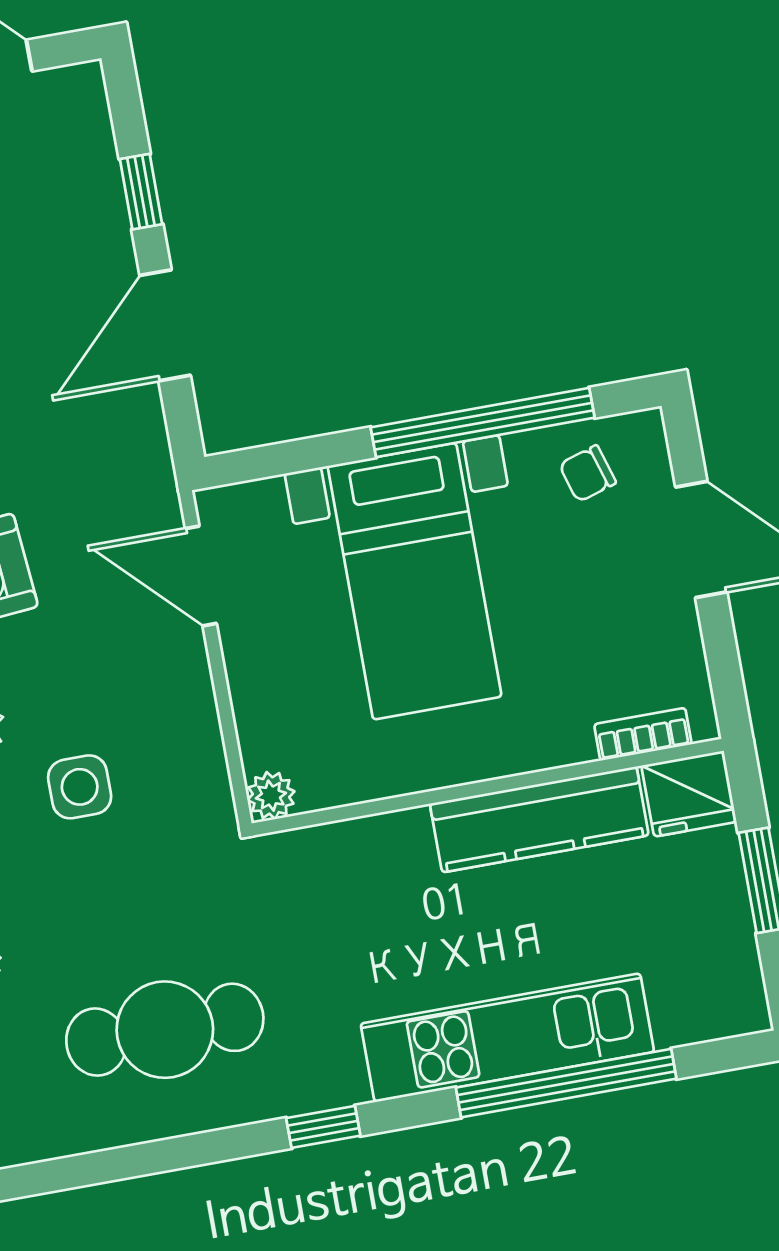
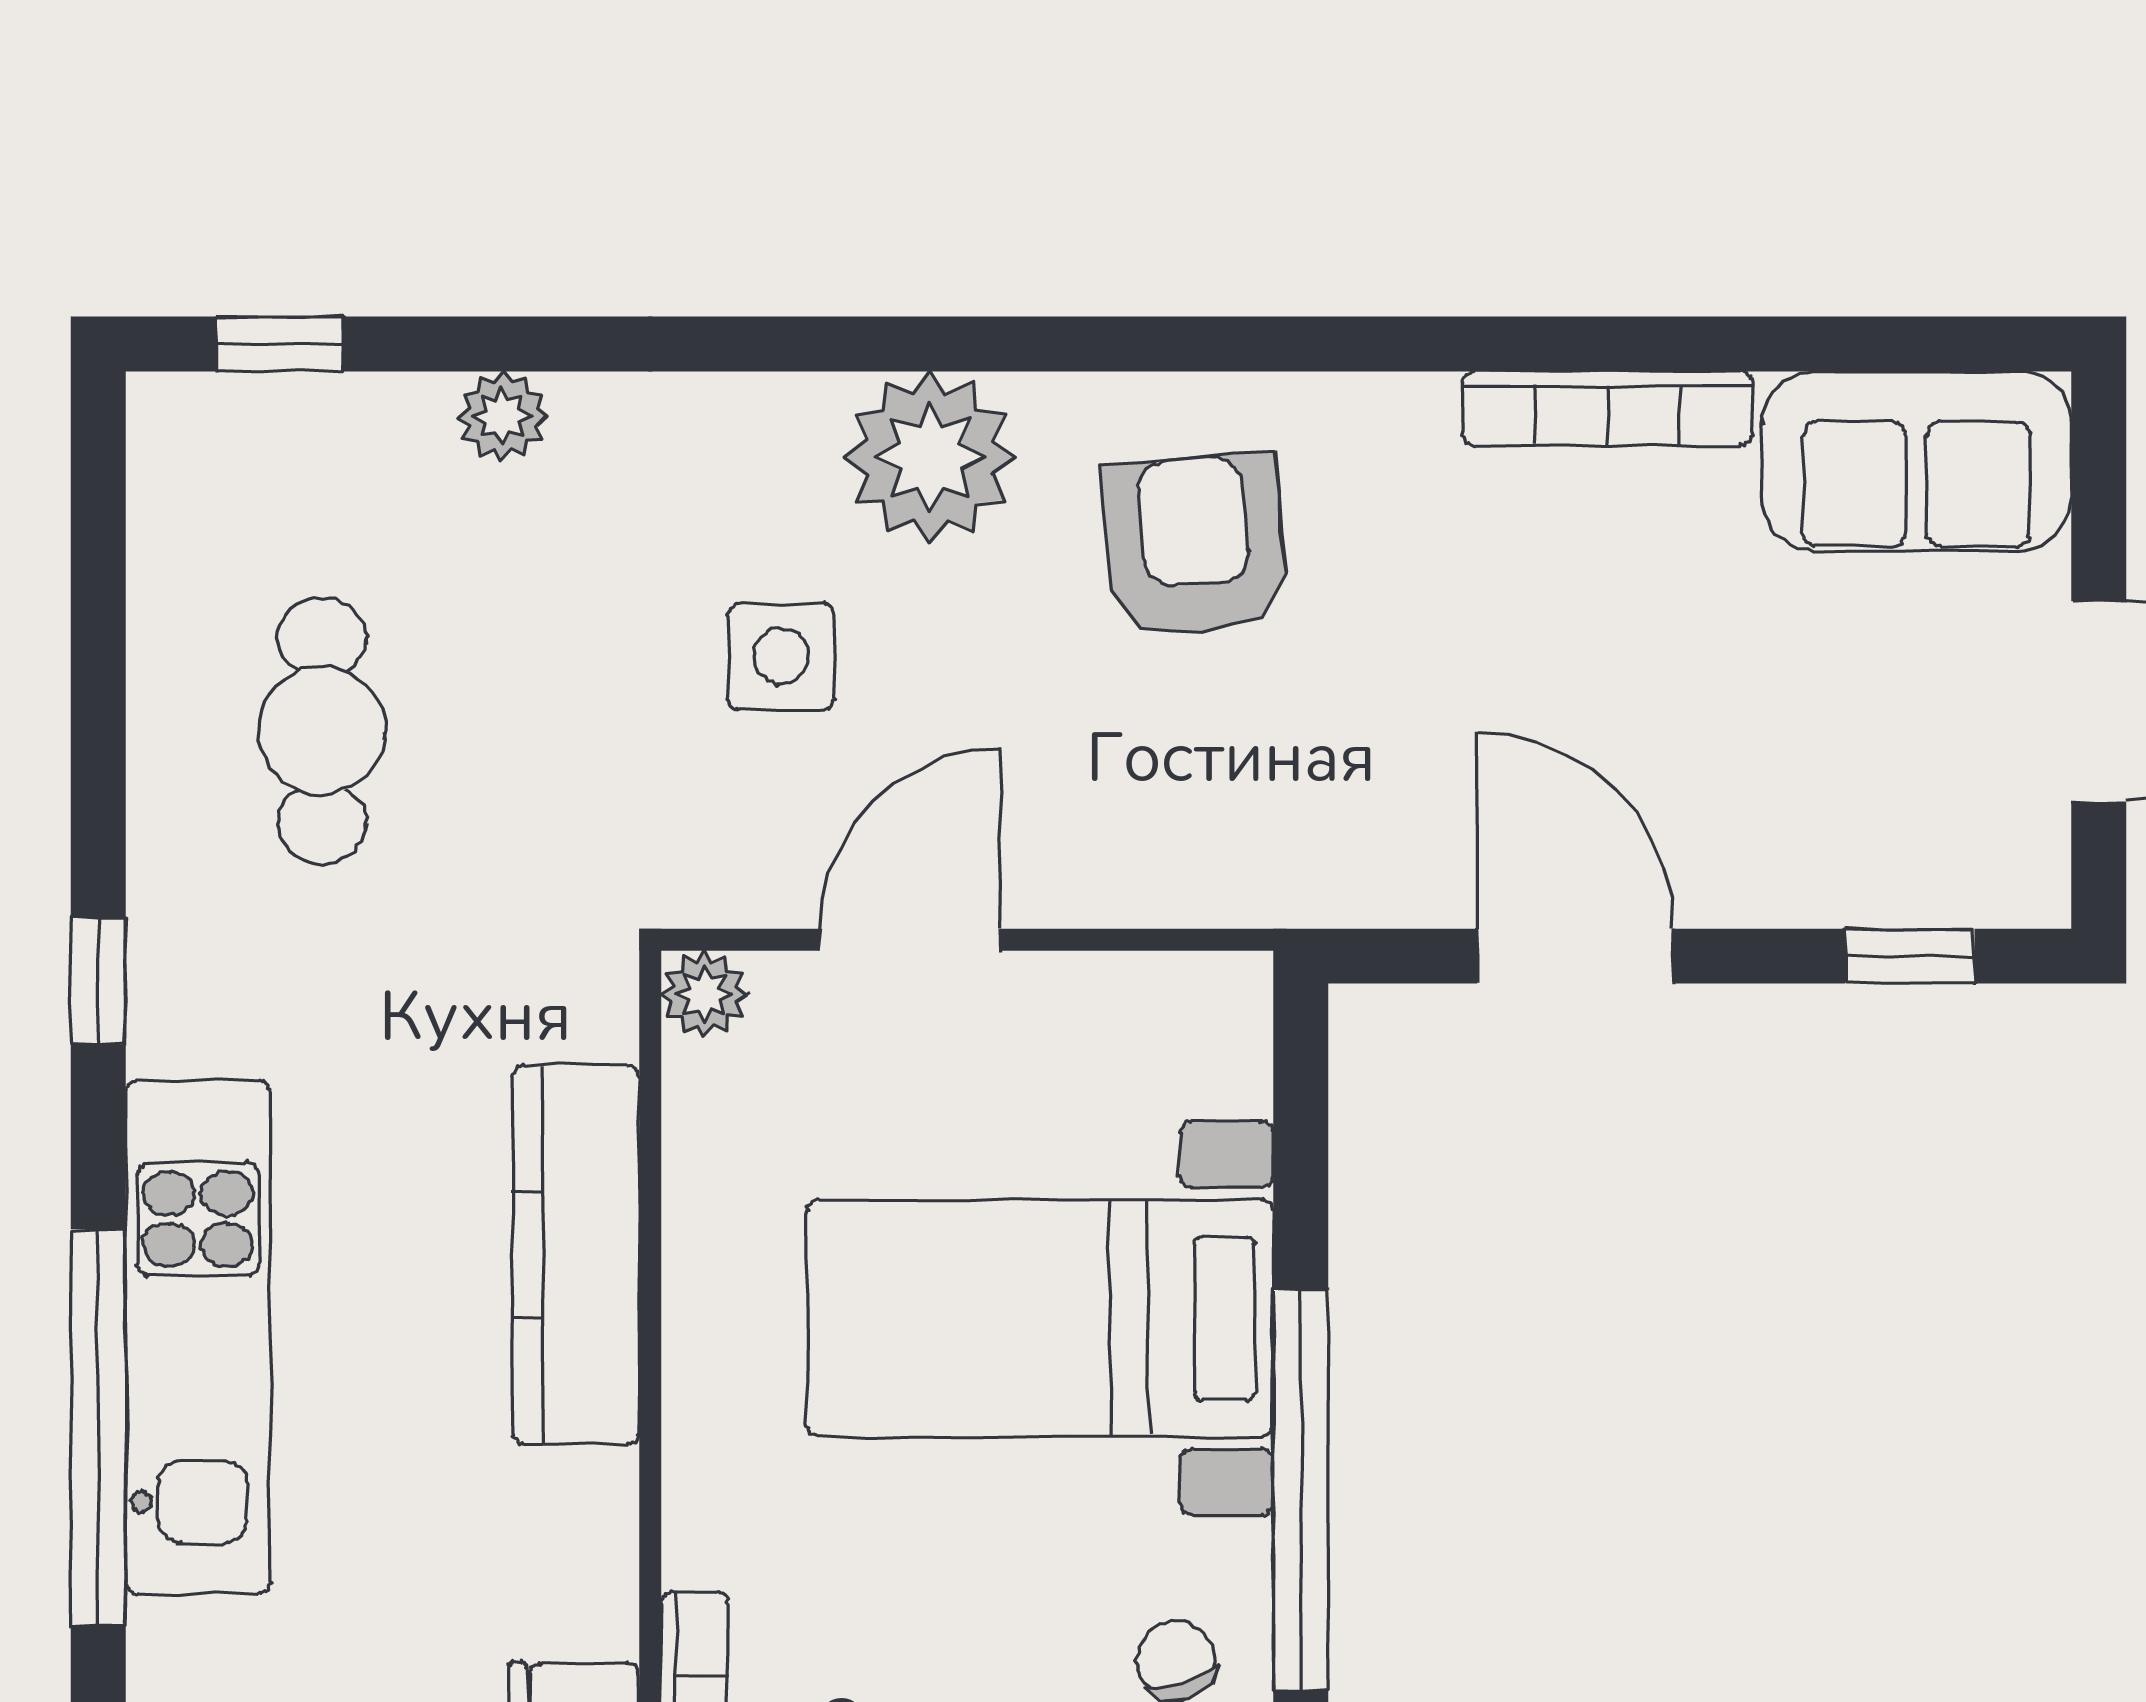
window: (141, 192) -> (1910, 956), moved
door: (201, 576) -> (910, 940), moved
kitchen counter: (539, 820) -> (576, 1255), moved
cafe table: (165, 1030) -> (322, 730), width x0.73, depth x0.74

